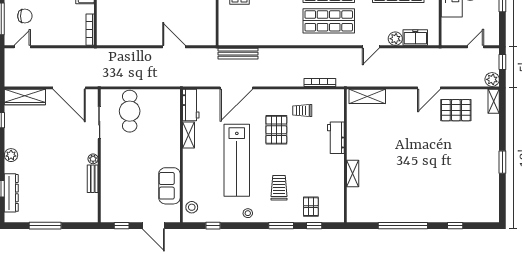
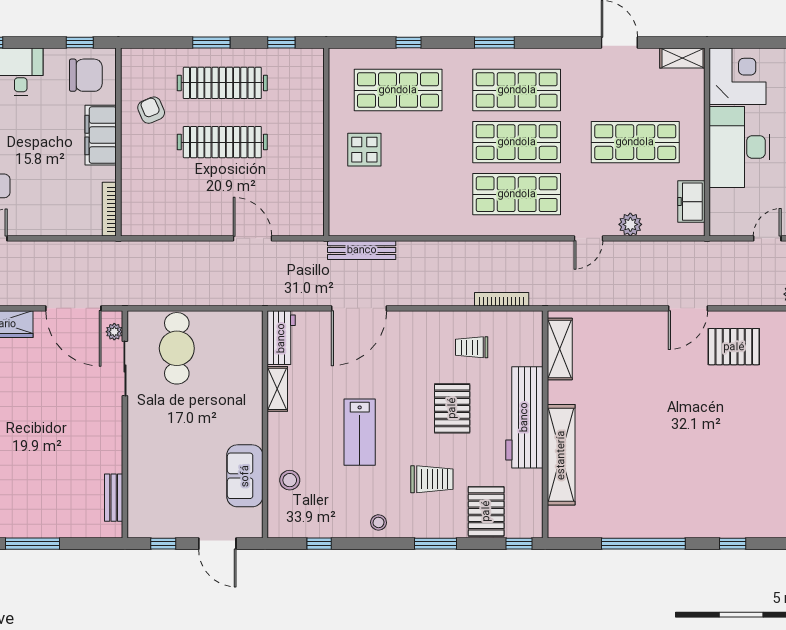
freezer: (415, 38) -> (691, 202), moved, turned -90
shelving: (367, 96) -> (560, 349), moved, turned 90
pallet: (276, 130) -> (452, 408), moved
workbench: (336, 138) -> (524, 417), width x1.88, depth x1.32
plant: (93, 159) -> (114, 332), moved
lab bench: (237, 160) -> (360, 432), width x0.54, depth x0.72
shelving: (353, 173) -> (561, 455), width x2.20, depth x1.33
bench: (93, 179) -> (114, 498), moved
trolley: (279, 188) -> (432, 479), turned 90
stool: (192, 207) -> (290, 480), moved
pallet: (311, 207) -> (486, 511), width x1.50, depth x1.42
window: (314, 226) -> (519, 544), moved

